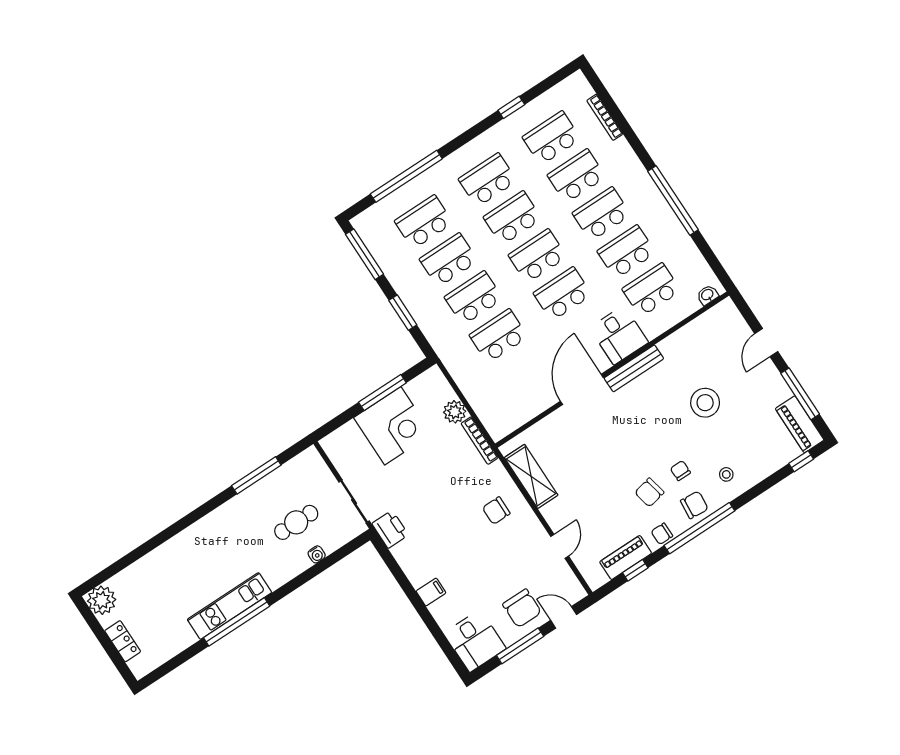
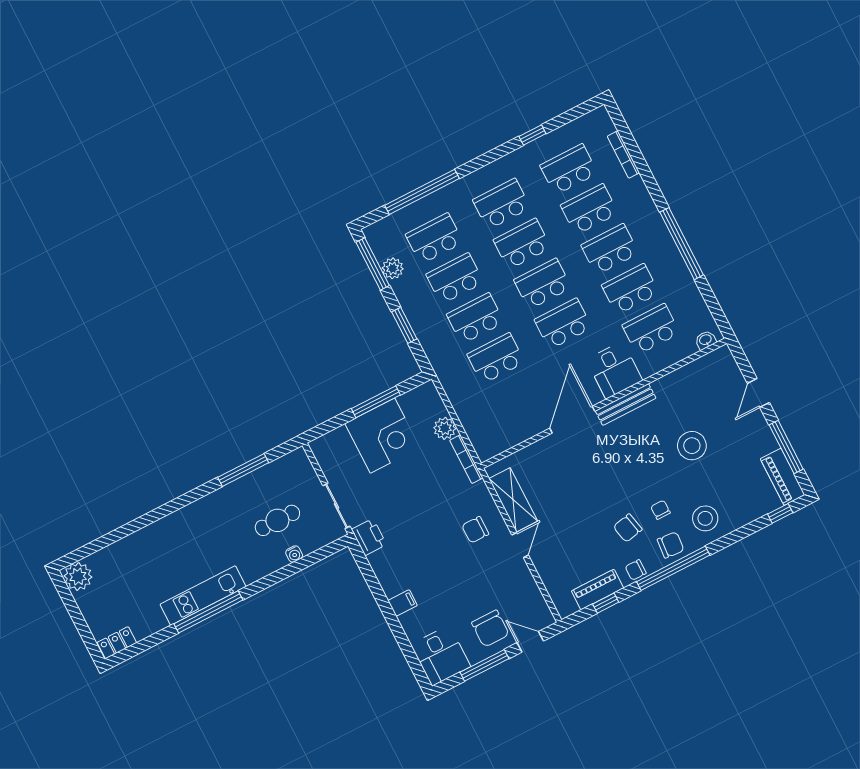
plant: (385, 257) -> (393, 268), added
stool: (726, 474) -> (705, 518), width x1.89, depth x1.89
door: (560, 546) -> (520, 545), moved
locker: (123, 641) -> (117, 643), moved, turned -90

